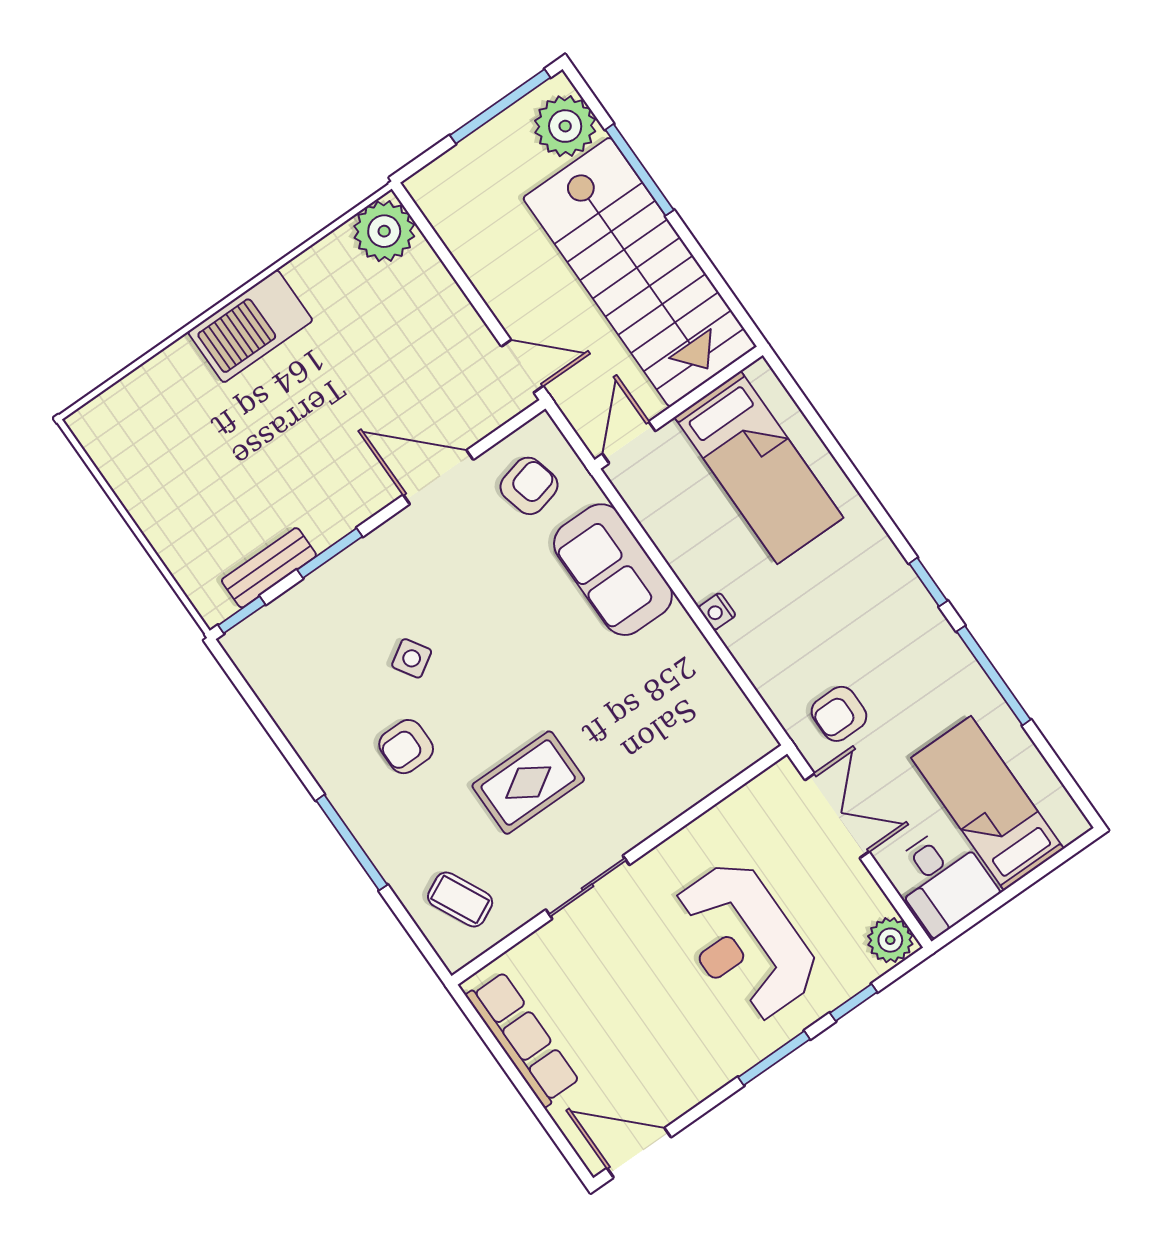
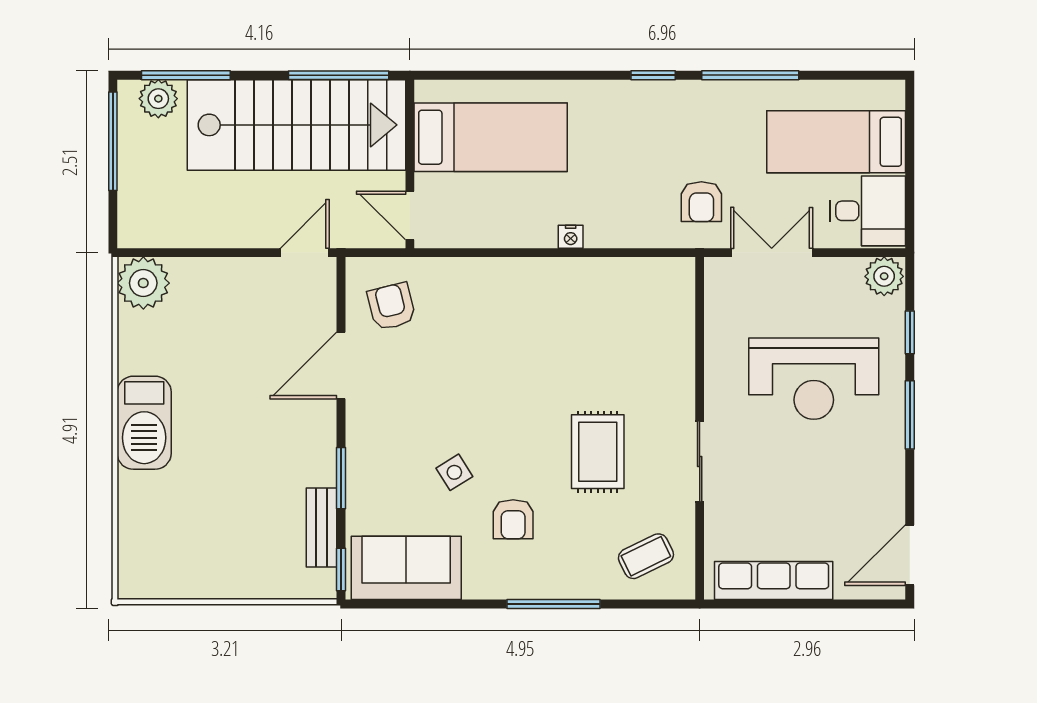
plant: (565, 126) -> (158, 99), width x0.73, depth x0.73
window: (640, 170) -> (186, 75), moved
window: (716, 279) -> (339, 75), added
sofa: (613, 570) -> (406, 568), moved, turned 180

